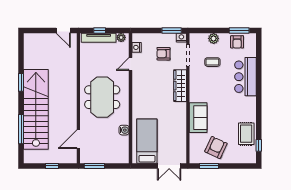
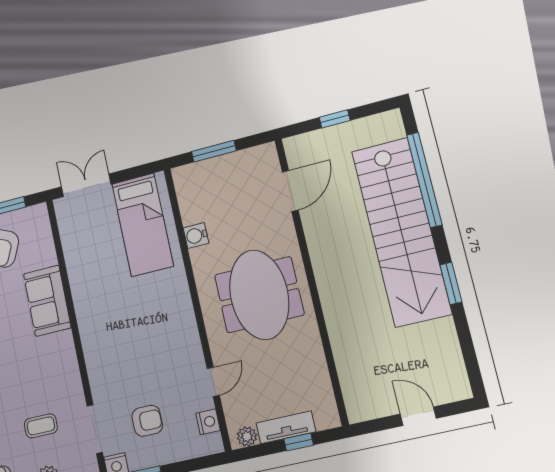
door: (63, 30) -> (418, 416), moved
tv unit: (99, 38) -> (286, 427), width x0.71
wardrobe: (180, 86) -> (98, 360), removed
window: (21, 129) -> (424, 180), width x1.46
window: (94, 166) -> (214, 151), moved

